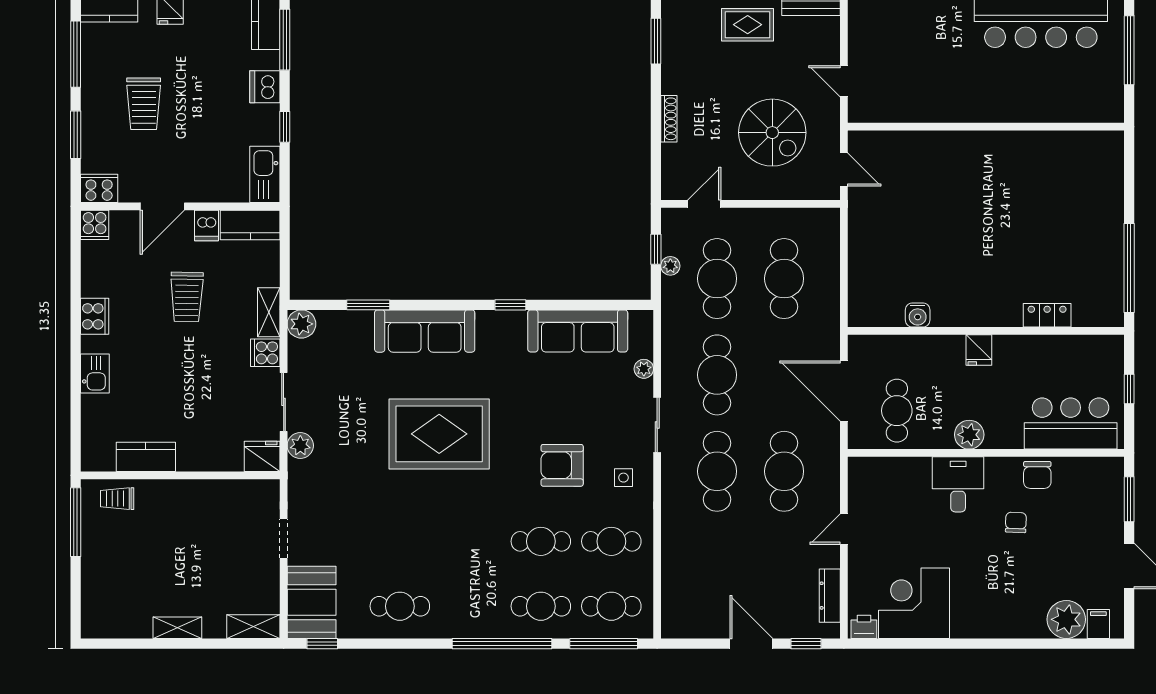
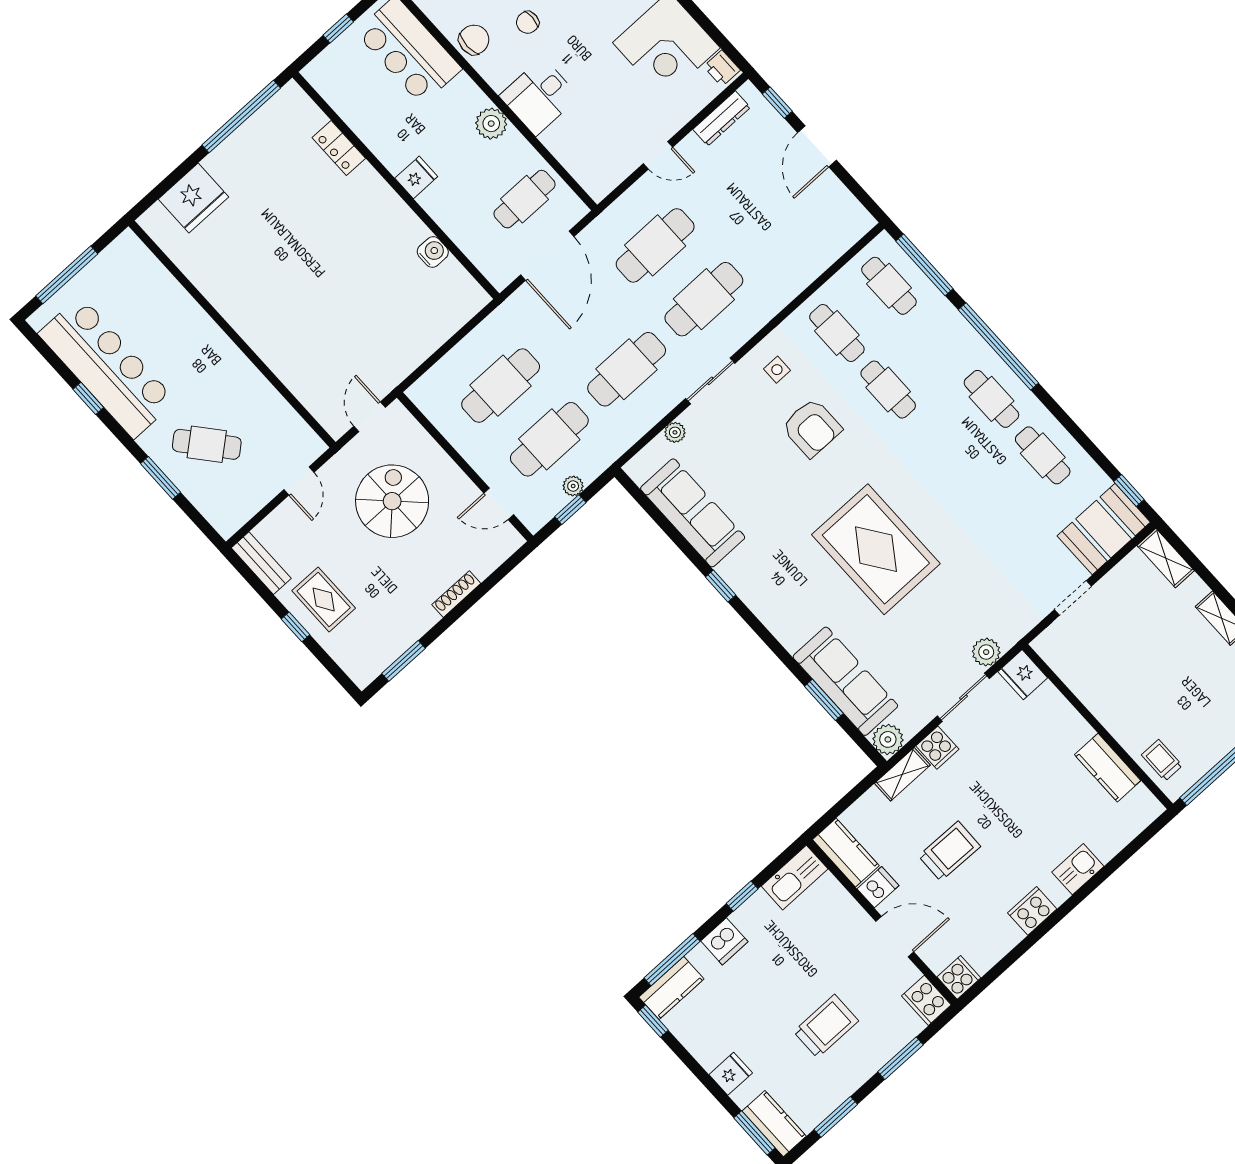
cafe table: (926, 41) -> (207, 444), added
window: (76, 54) -> (836, 1117), width x0.69
fridge: (1103, 185) -> (193, 198), added
sofa: (425, 331) -> (845, 681), moved
trolley: (117, 499) -> (1162, 760), turned 180
cafe table: (541, 606) -> (991, 399), moved

